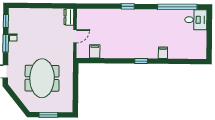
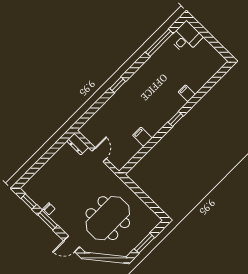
window: (177, 7) -> (159, 43), width x0.68
filing cabinet: (95, 51) -> (142, 137), moved
meeting table: (42, 78) -> (108, 218), turned 90

